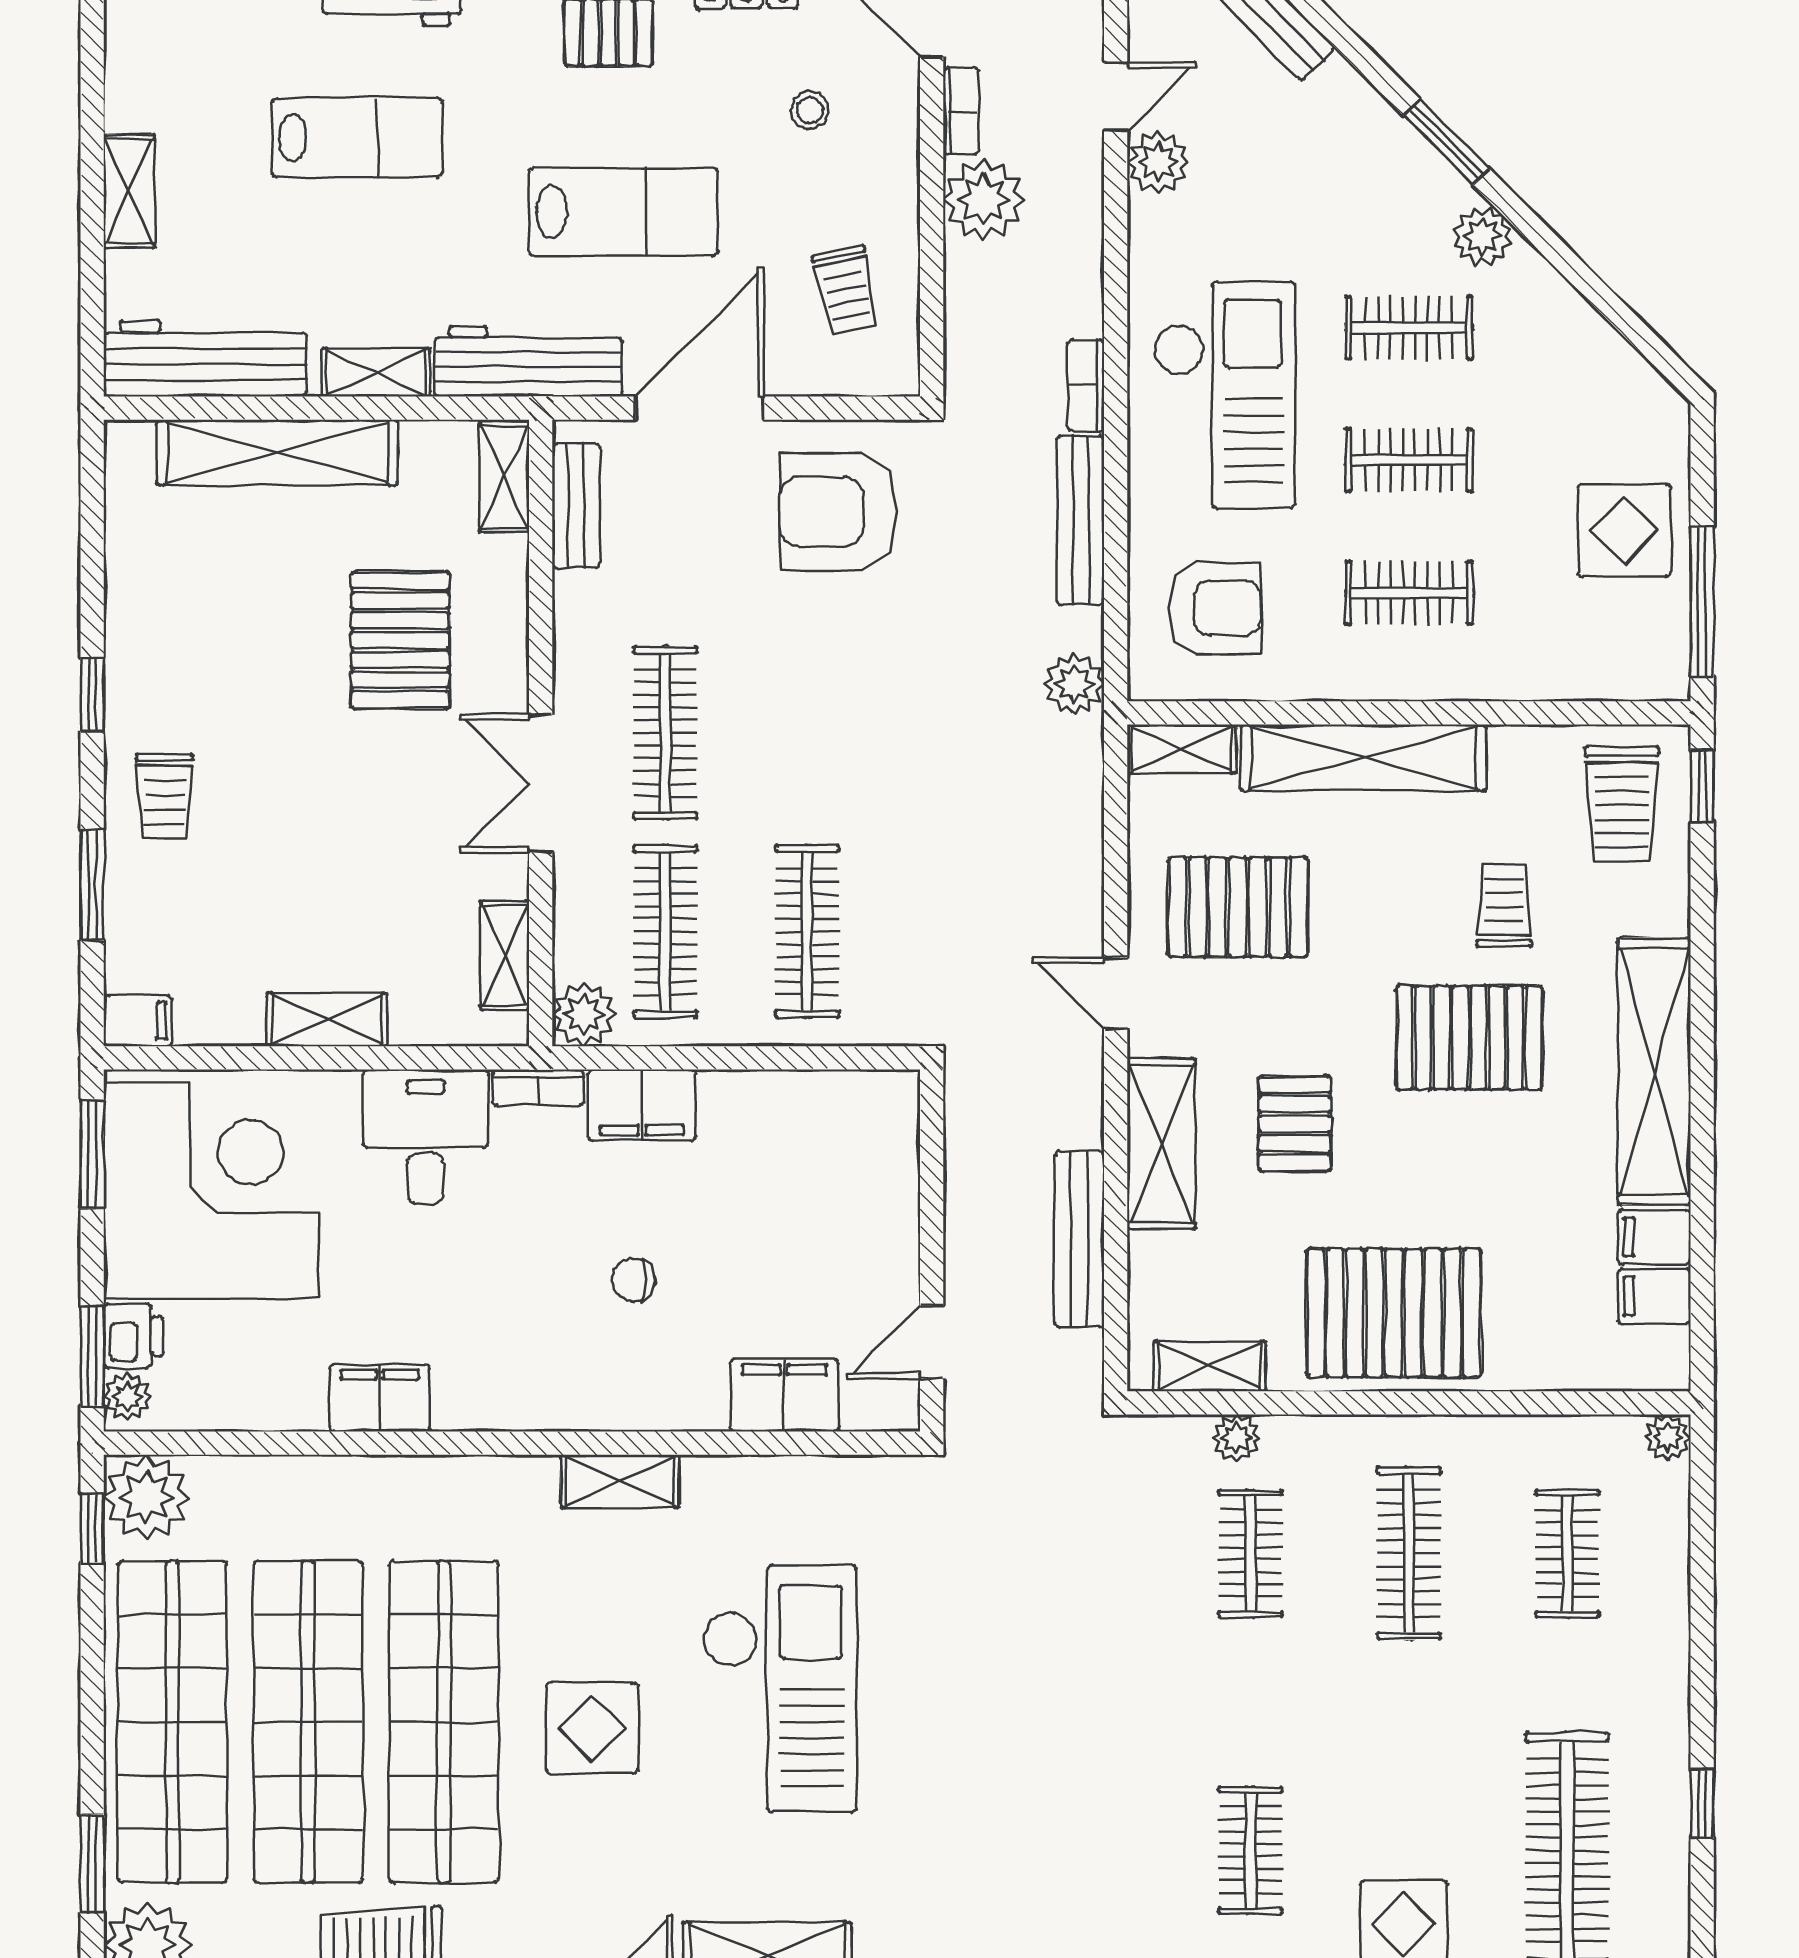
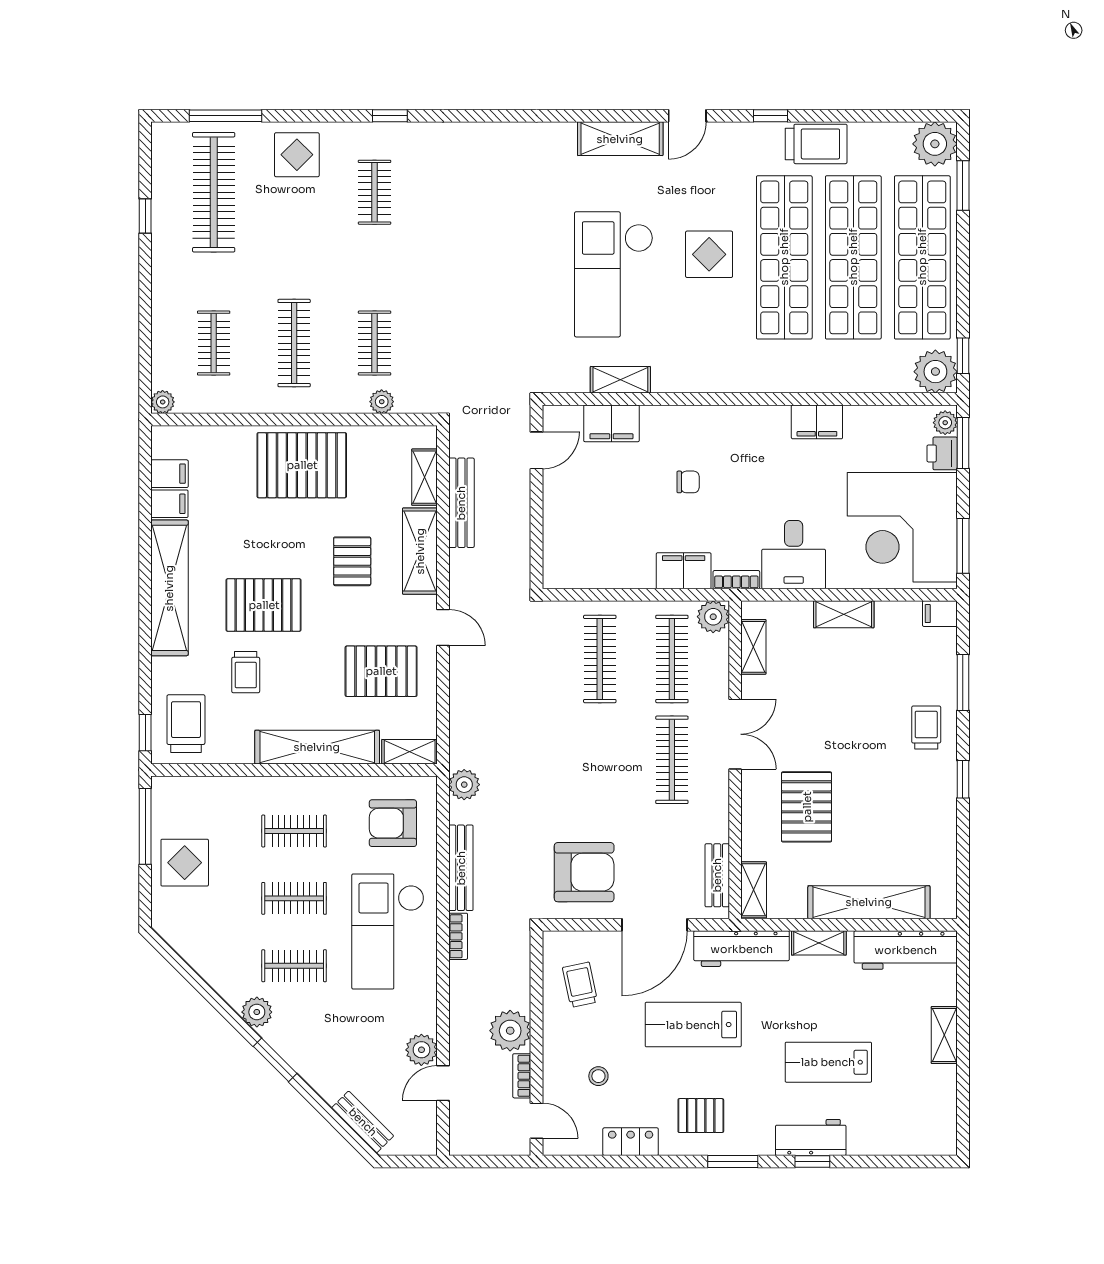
shelving: (1210, 1366) -> (424, 477), moved, turned 90
shelving: (620, 1481) -> (620, 380), moved

